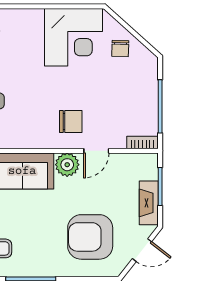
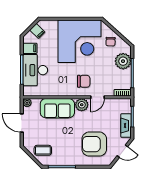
corner desk: (74, 37) -> (80, 41), width x1.36, depth x1.36
plant: (143, 84) -> (123, 61), added

